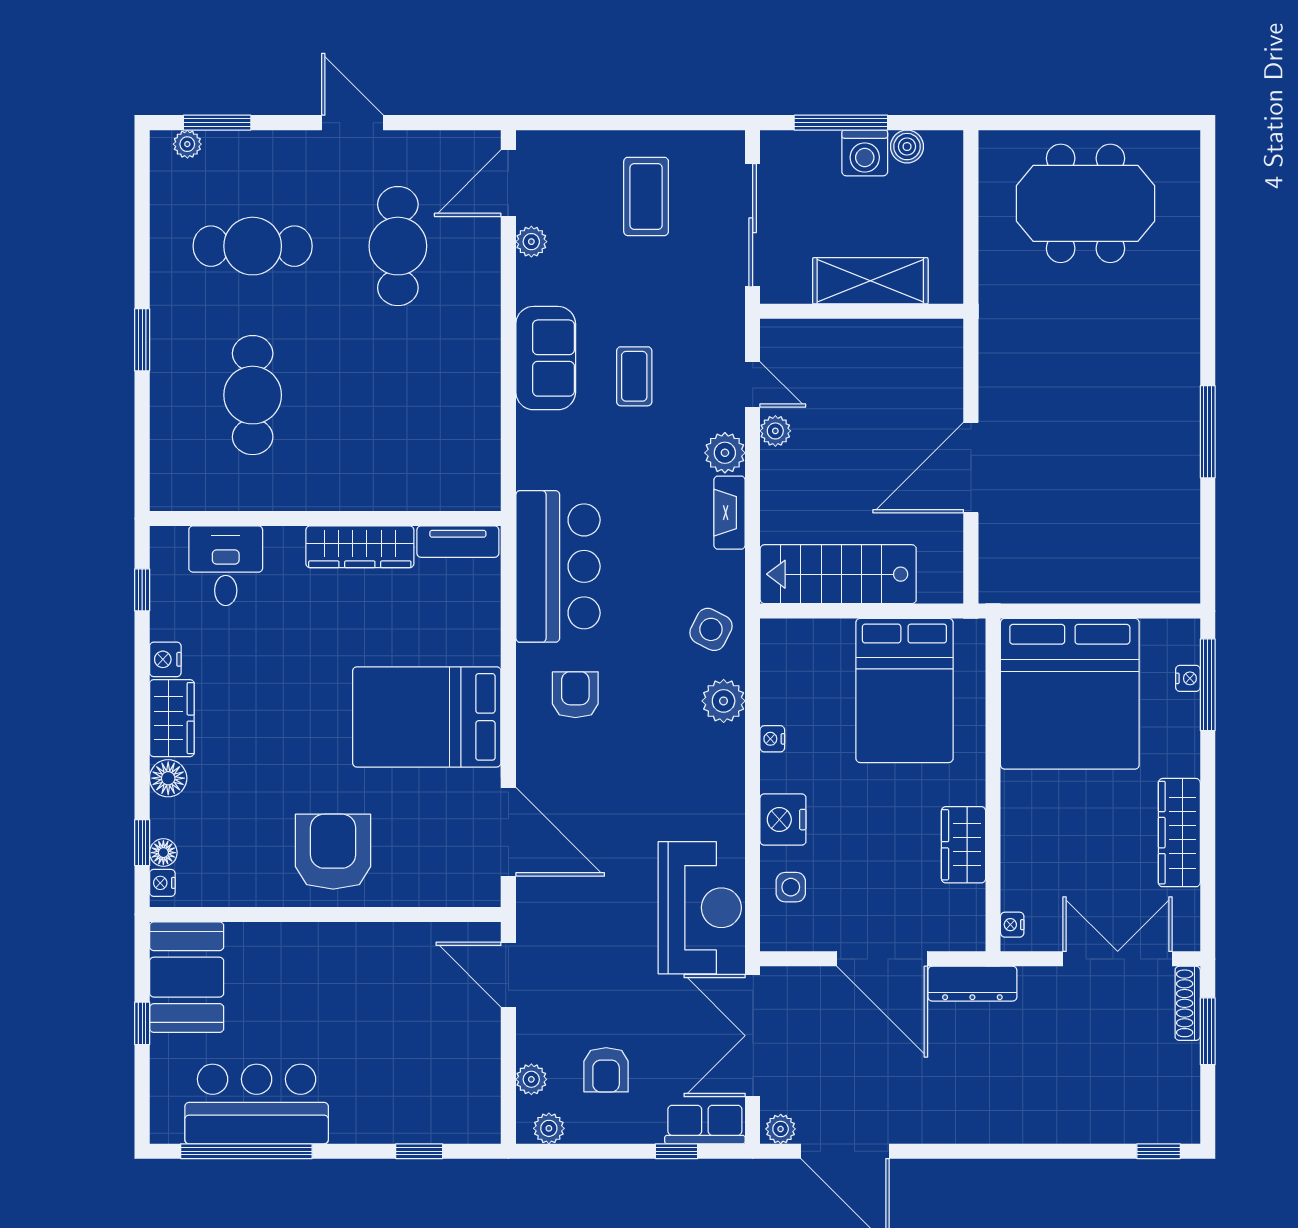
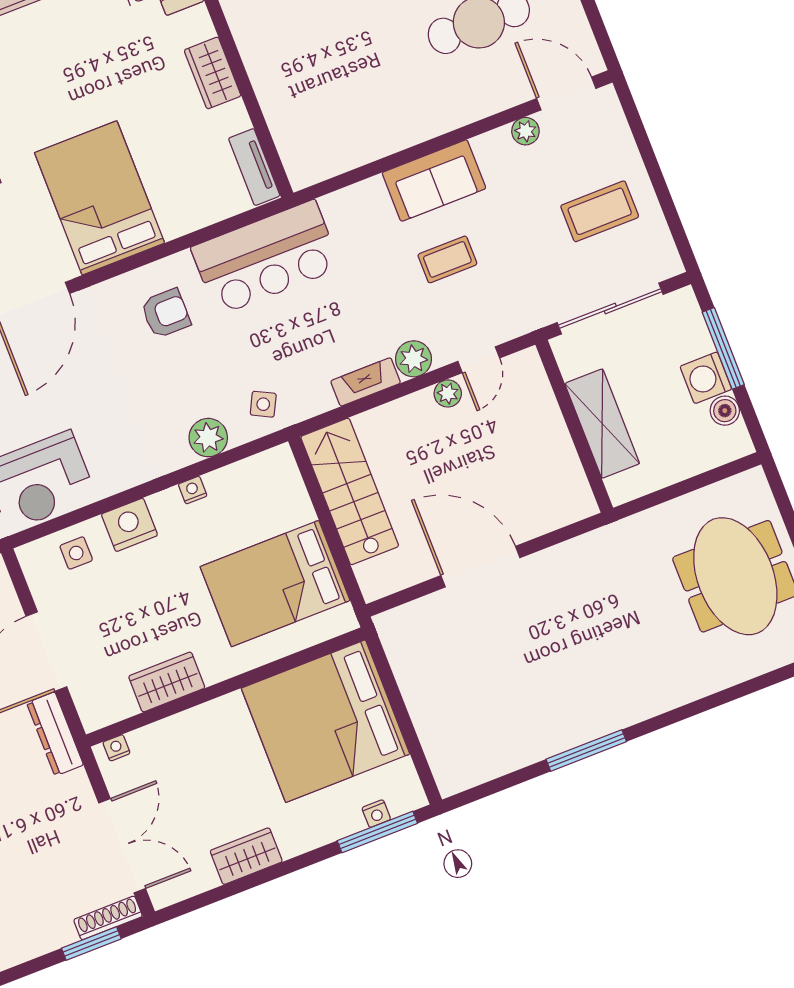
wardrobe: (360, 547) -> (213, 73), width x0.67
side table: (711, 629) -> (263, 404), width x0.73, depth x0.73
wardrobe: (1179, 833) -> (246, 856), width x0.67

